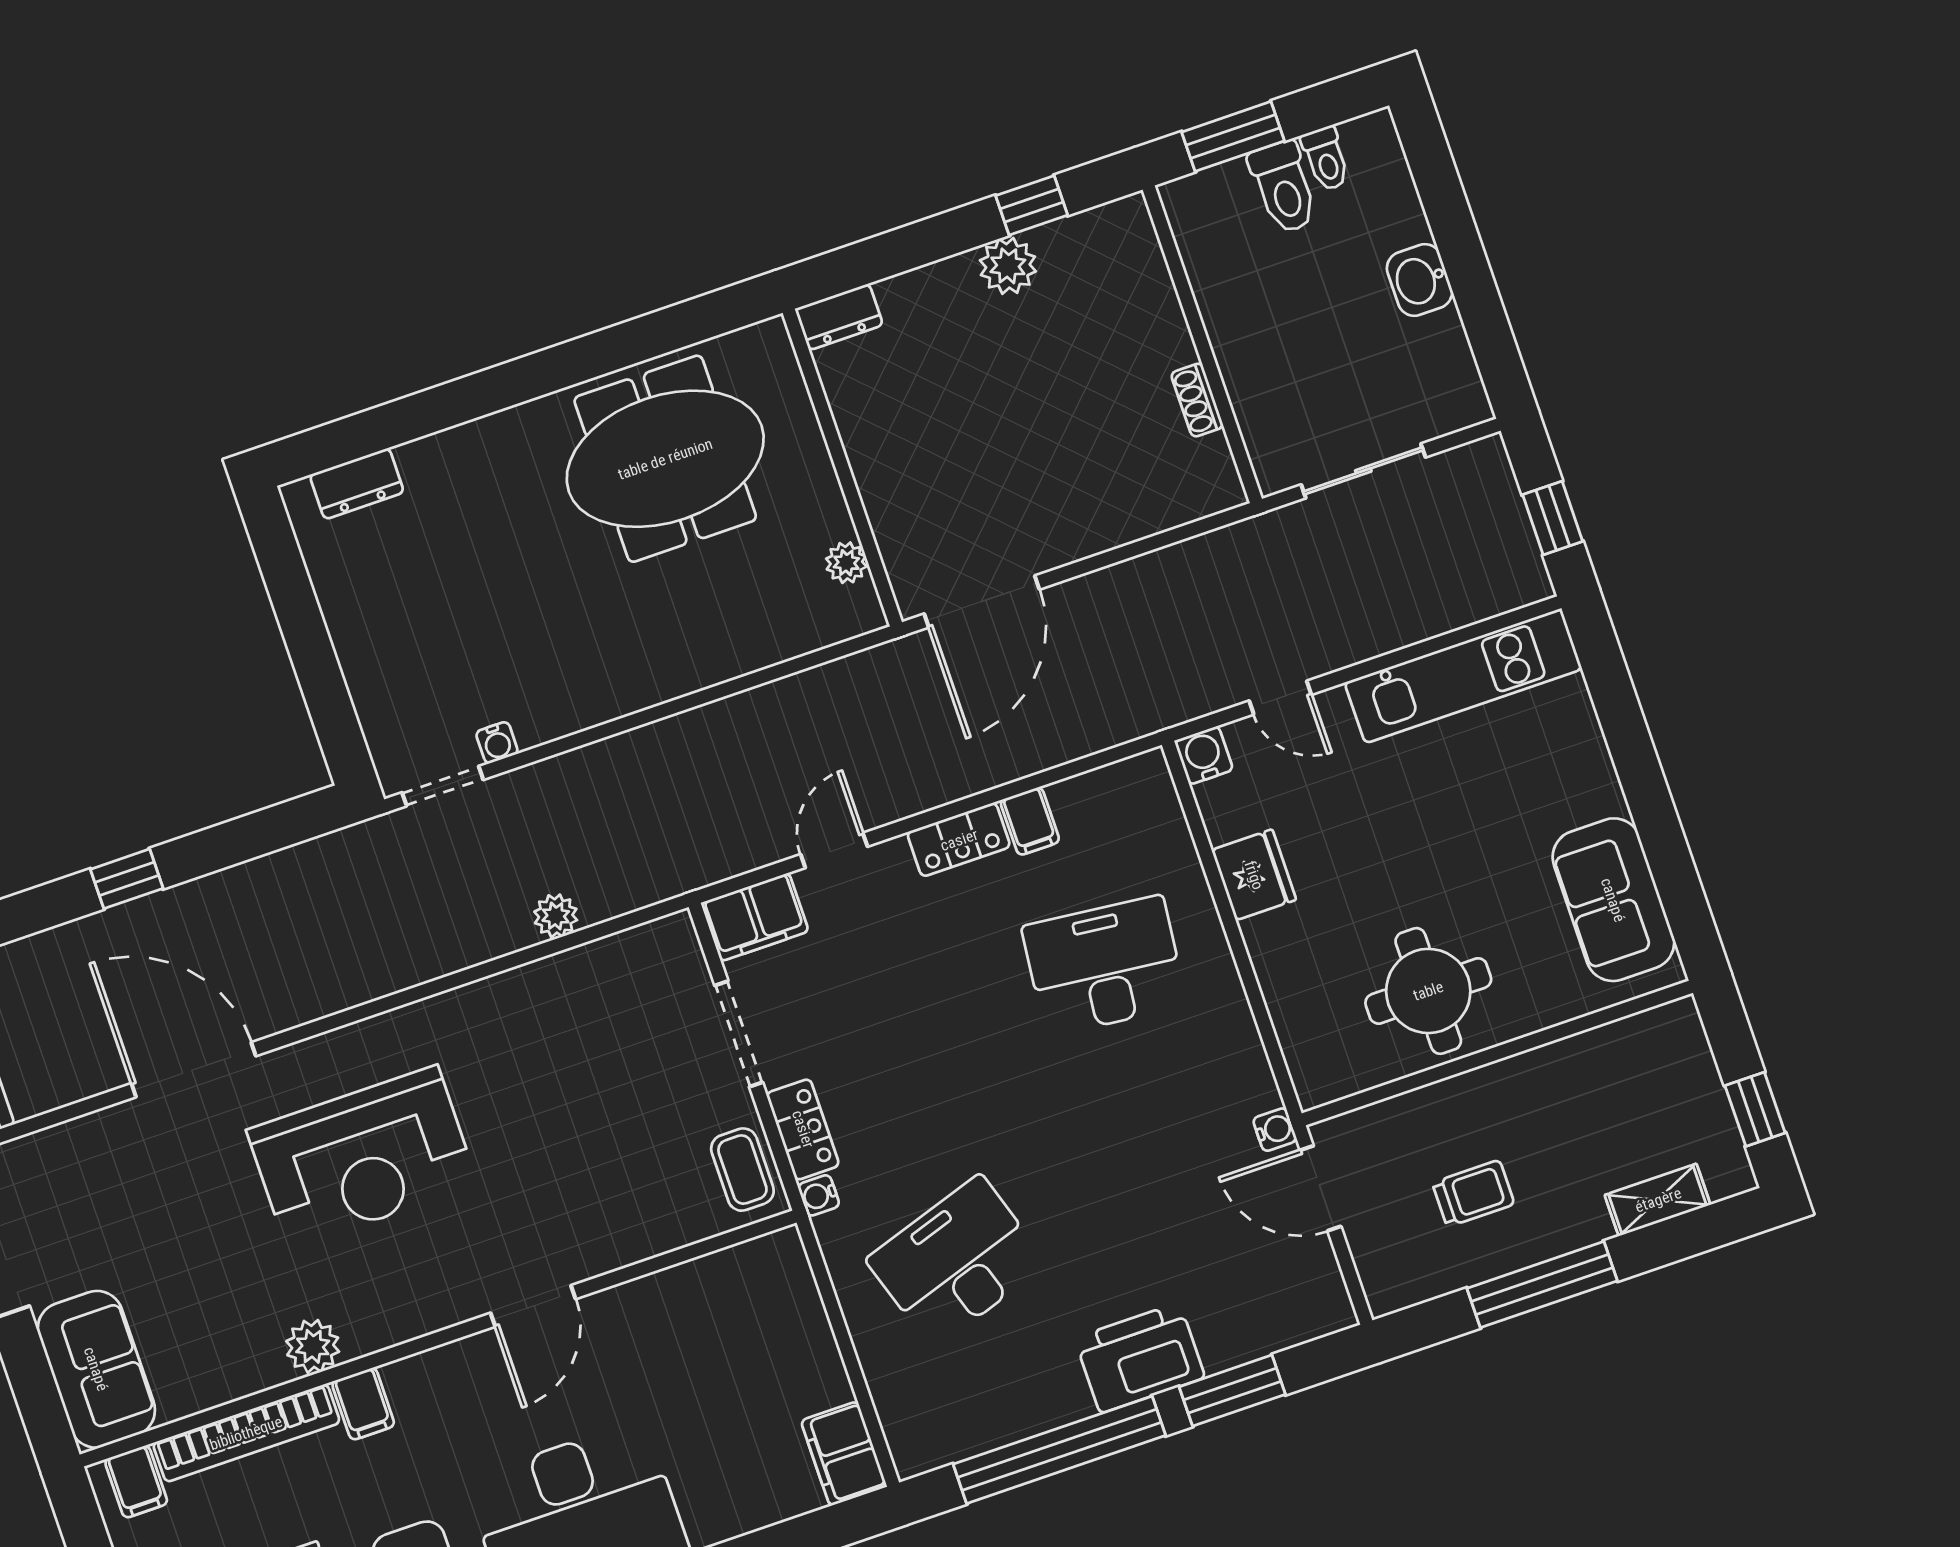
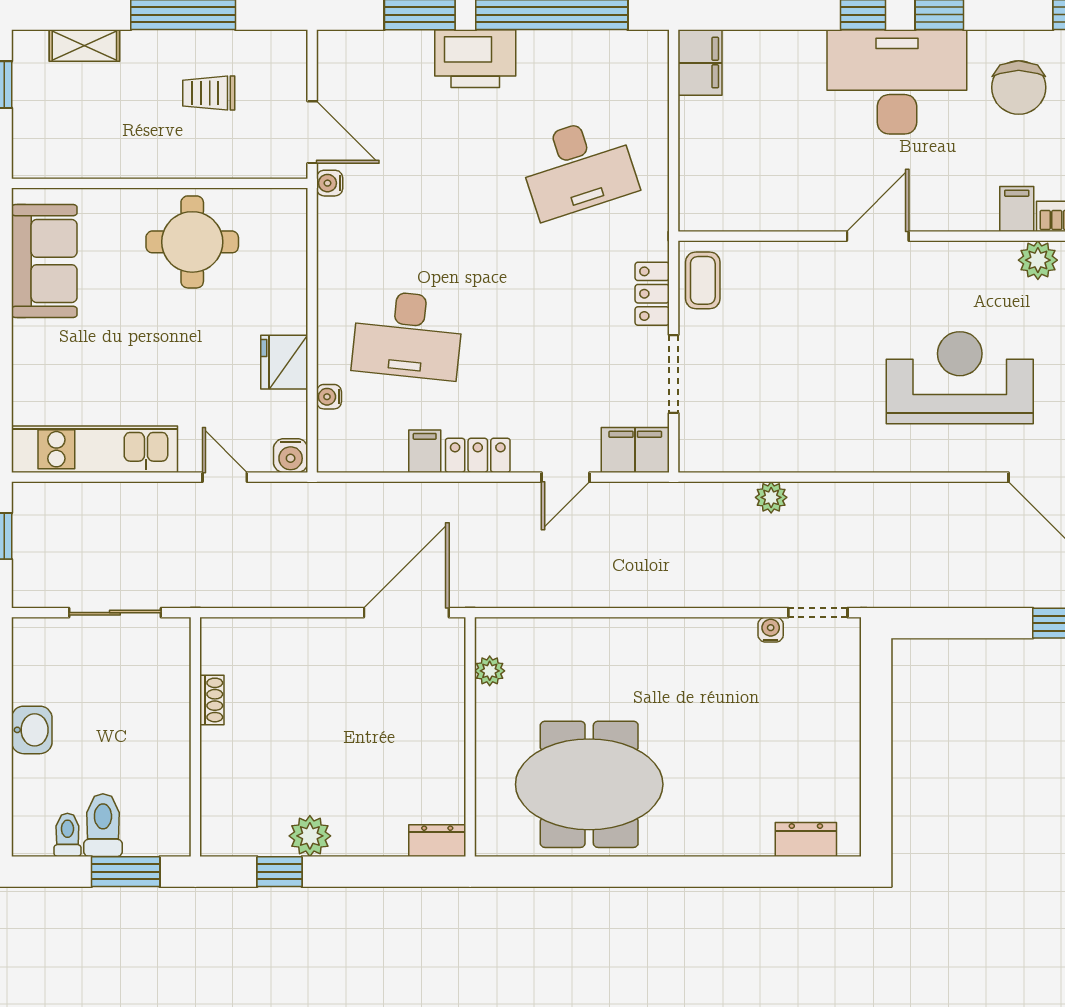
water cooler: (819, 1195) -> (329, 397), moved, turned 180

